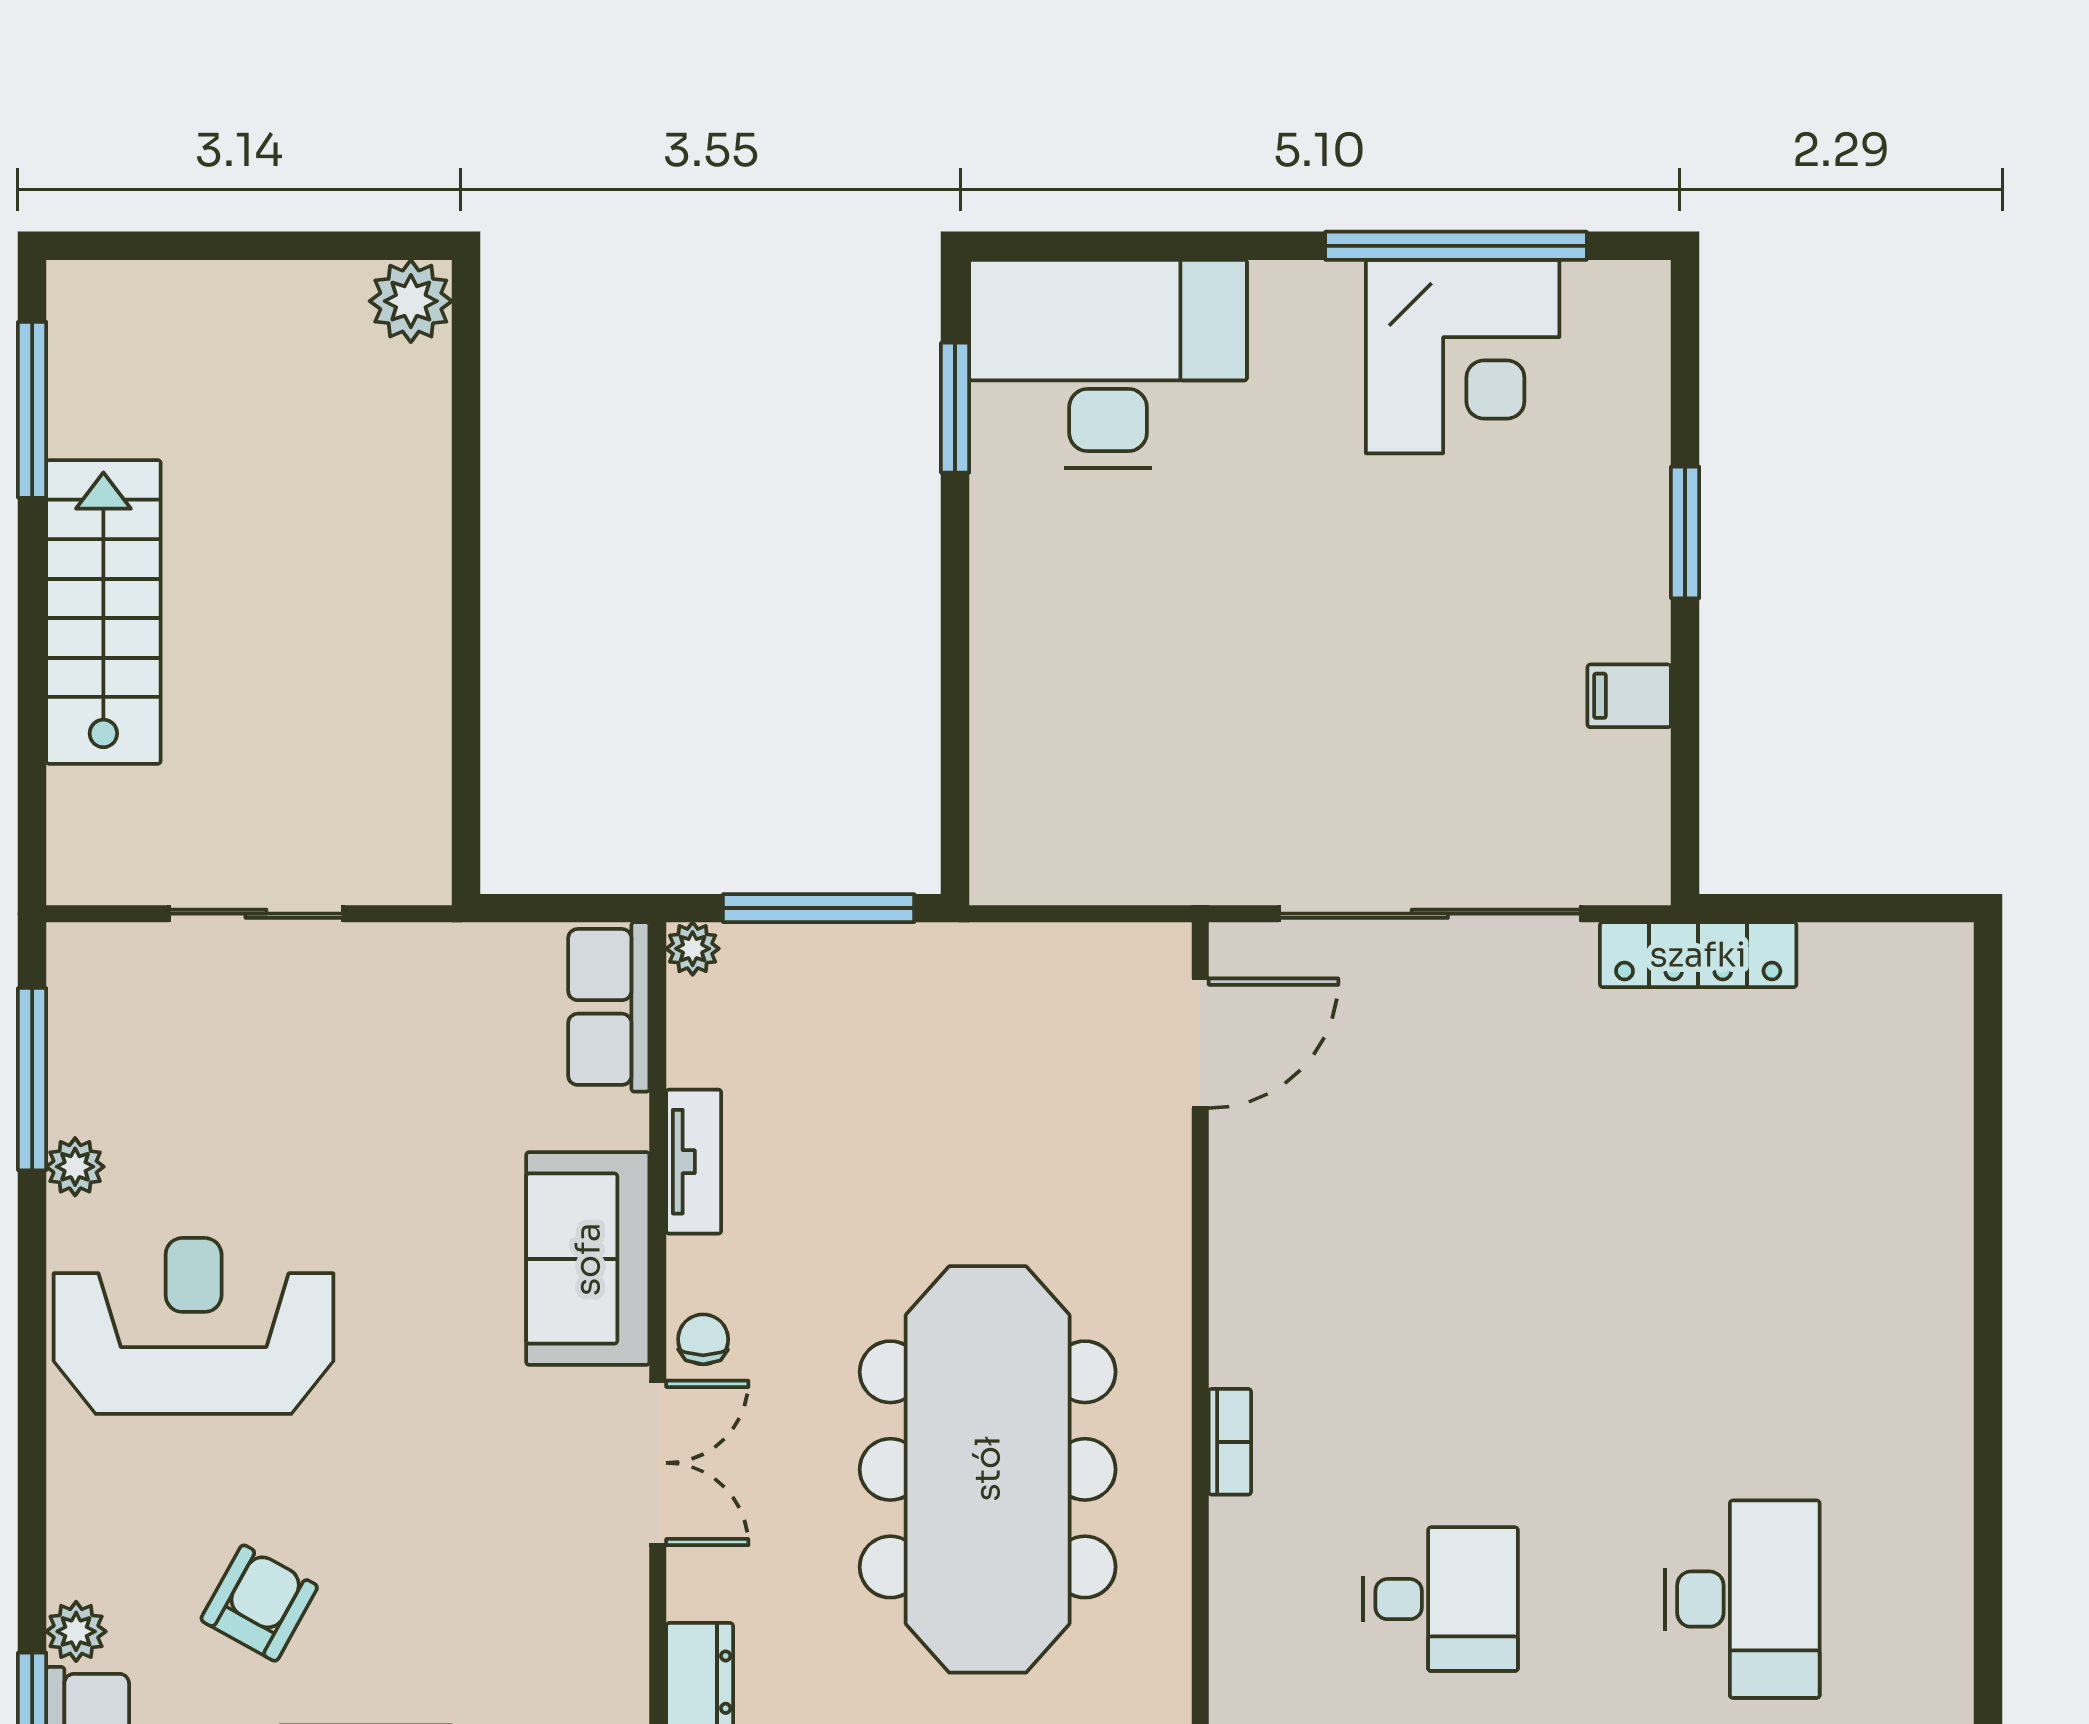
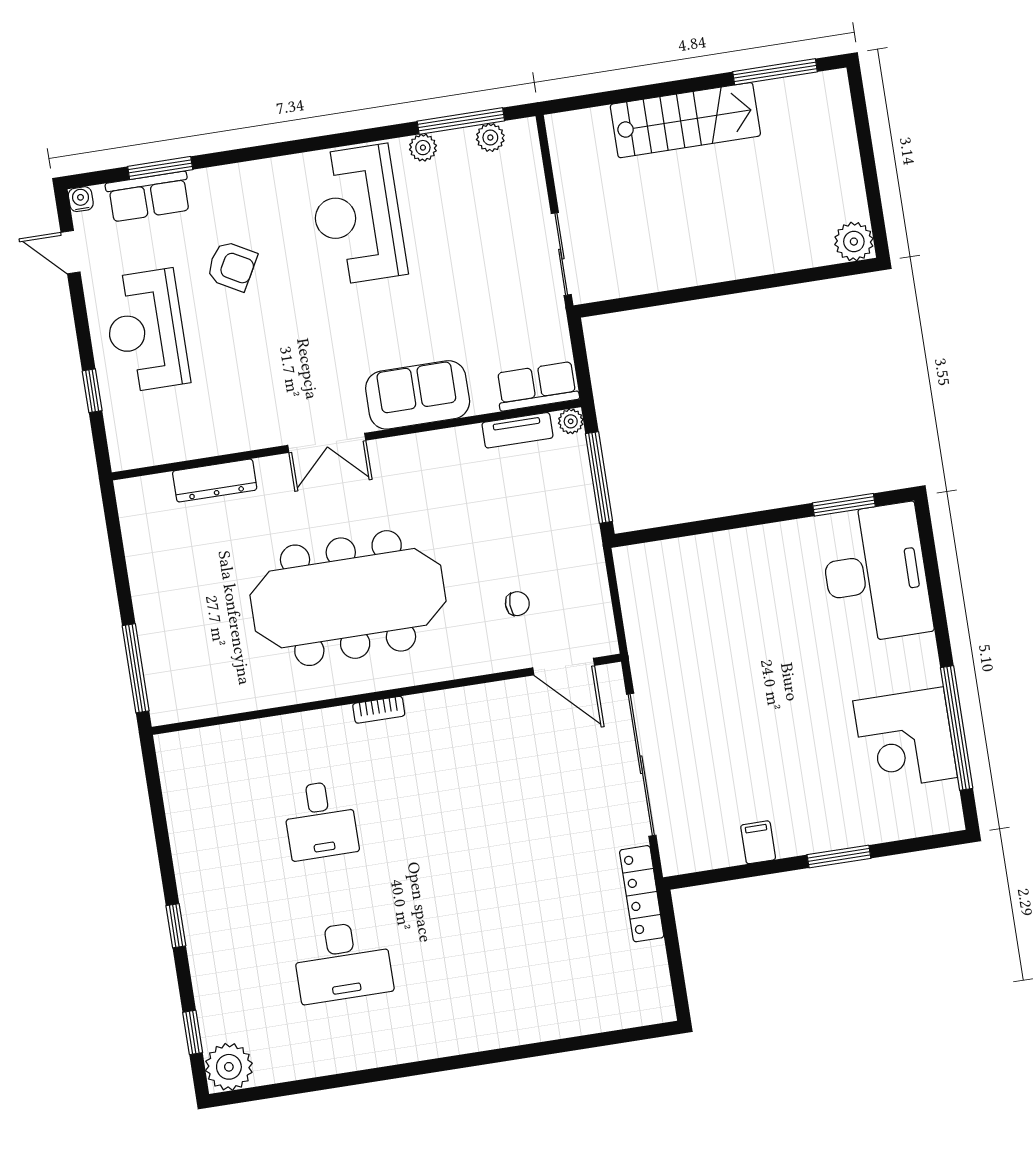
sliding door: (256, 914) -> (561, 254), moved
tv unit: (694, 1162) -> (517, 430), moved
reception desk: (194, 1326) -> (357, 215), turned 180
chair: (703, 1339) -> (517, 604), moved
plant: (76, 1631) -> (490, 138), moved

